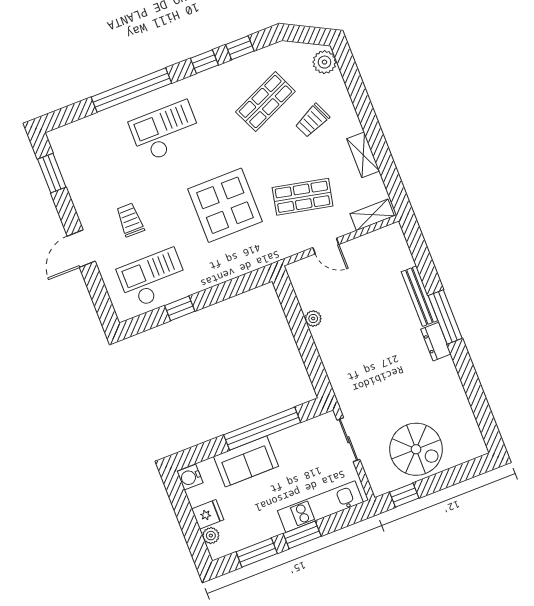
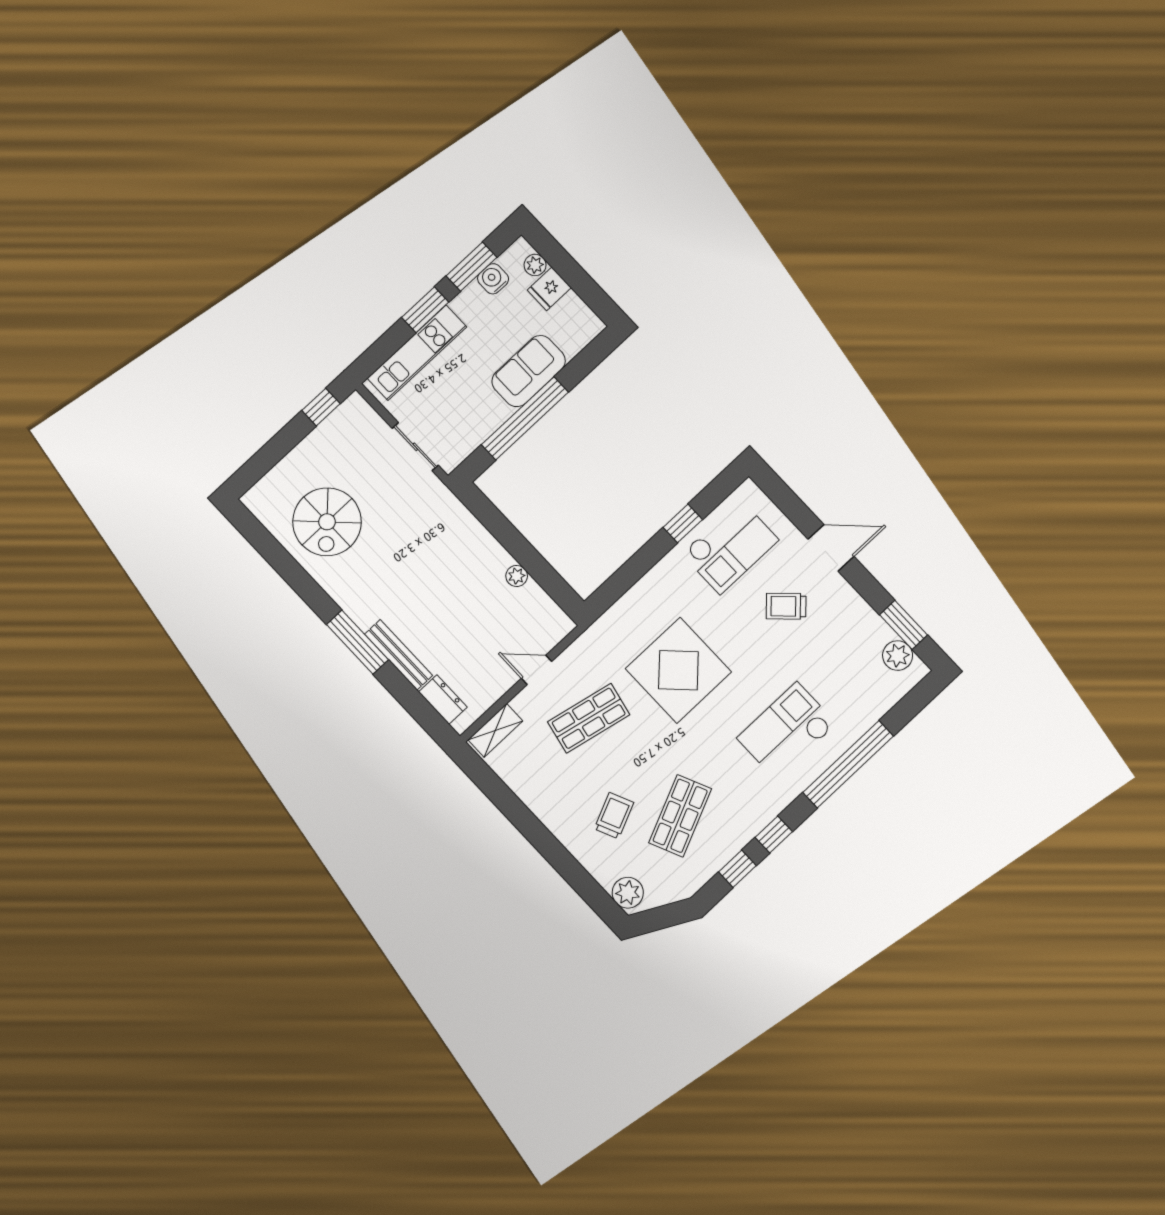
checkout: (166, 131) -> (787, 731), turned 180
plant: (65, 153) -> (898, 656), added
shelving: (363, 155) -> (536, 799), removed
trolley: (130, 220) -> (786, 606), turned 134
door: (81, 249) -> (831, 548), hinge flipped
dresser: (436, 342) -> (443, 699), moved
spiral stairs: (416, 449) -> (327, 522), moved, turned -90
water cooler: (190, 477) -> (493, 279), moved, turned -90

